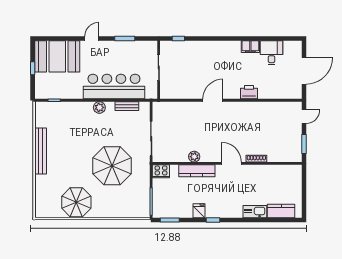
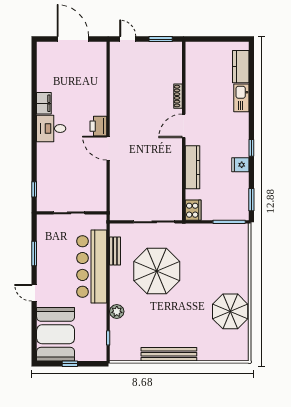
desk: (271, 53) -> (51, 129), moved
printer: (249, 92) -> (98, 126), moved
plant: (99, 107) -> (117, 311), moved
plant: (194, 157) -> (176, 170), removed
parasol: (112, 166) -> (157, 271), moved

